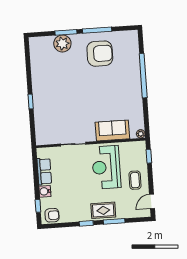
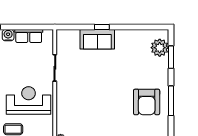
window: (66, 32) -> (171, 57), moved
plant: (62, 43) -> (160, 48), moved
sofa: (112, 130) -> (97, 39), moved, turned 90

